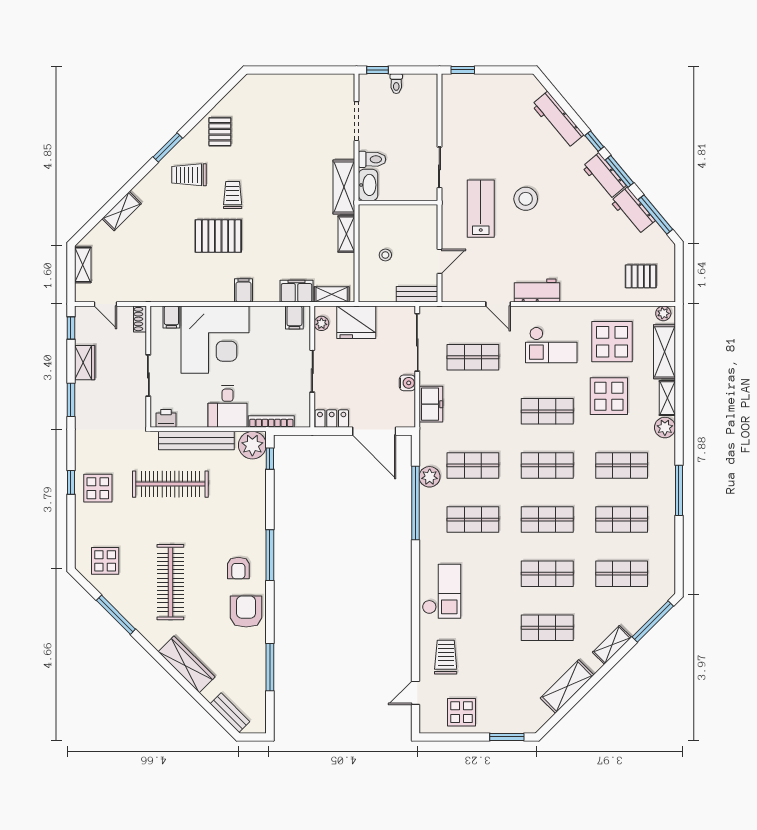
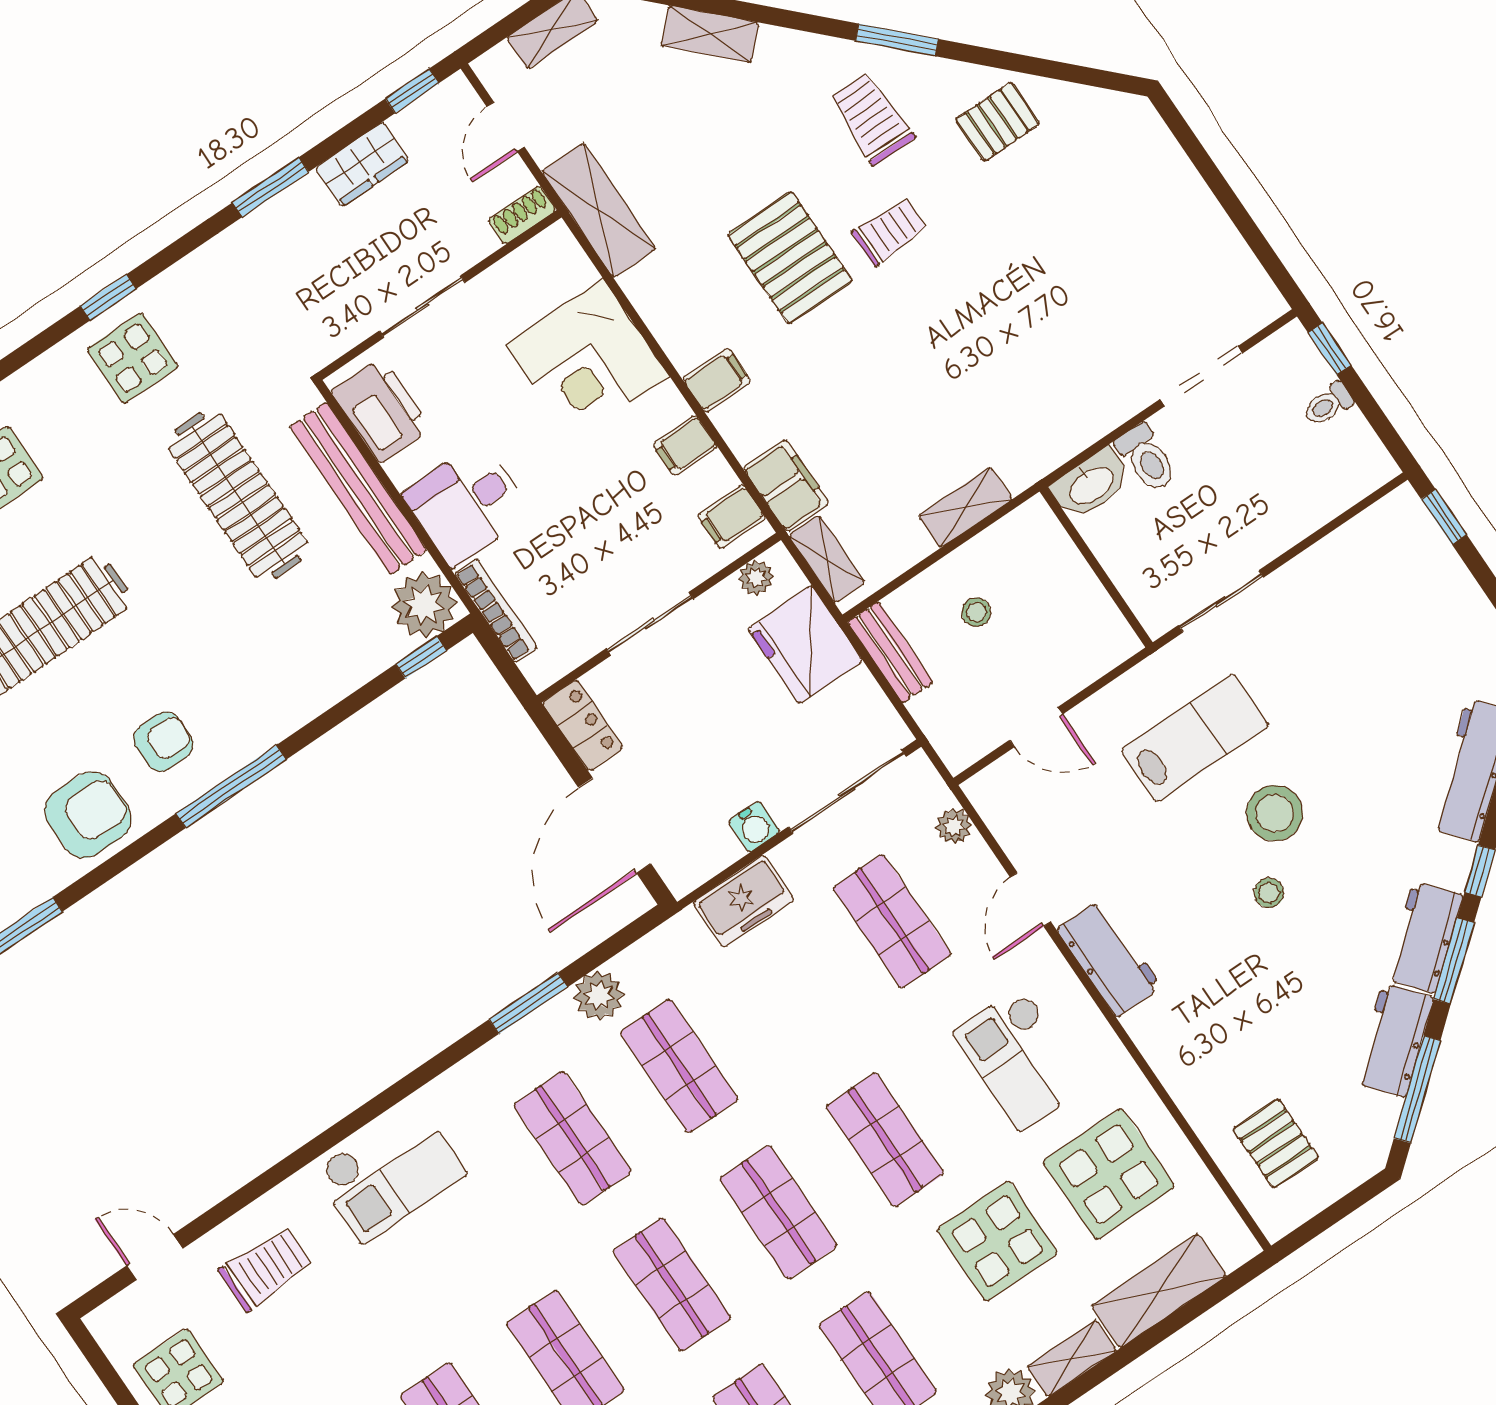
shelving: (344, 187) -> (599, 210), moved, turned 90
stool: (552, 220) -> (1269, 893), added
bench: (417, 294) -> (890, 652), moved
plant: (663, 313) -> (954, 826), moved
filing cabinet: (171, 317) -> (685, 446), moved
corner desk: (215, 340) -> (587, 361), width x0.74, depth x0.74
printer: (166, 418) -> (381, 410), width x1.87, depth x1.48
window: (415, 503) -> (528, 1003), width x0.47
armchair: (238, 568) -> (163, 741), turned 180

